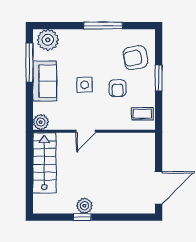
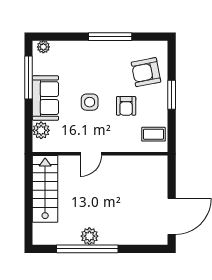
plant: (48, 40) -> (43, 47), width x0.53, depth x0.53
plant: (41, 122) -> (41, 130), moved
window: (82, 217) -> (87, 249), width x3.17

